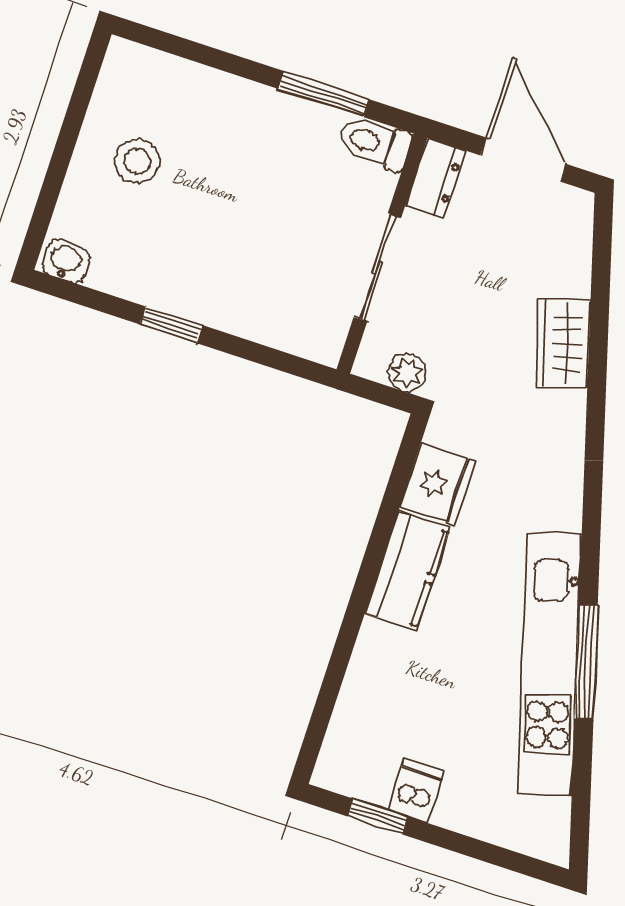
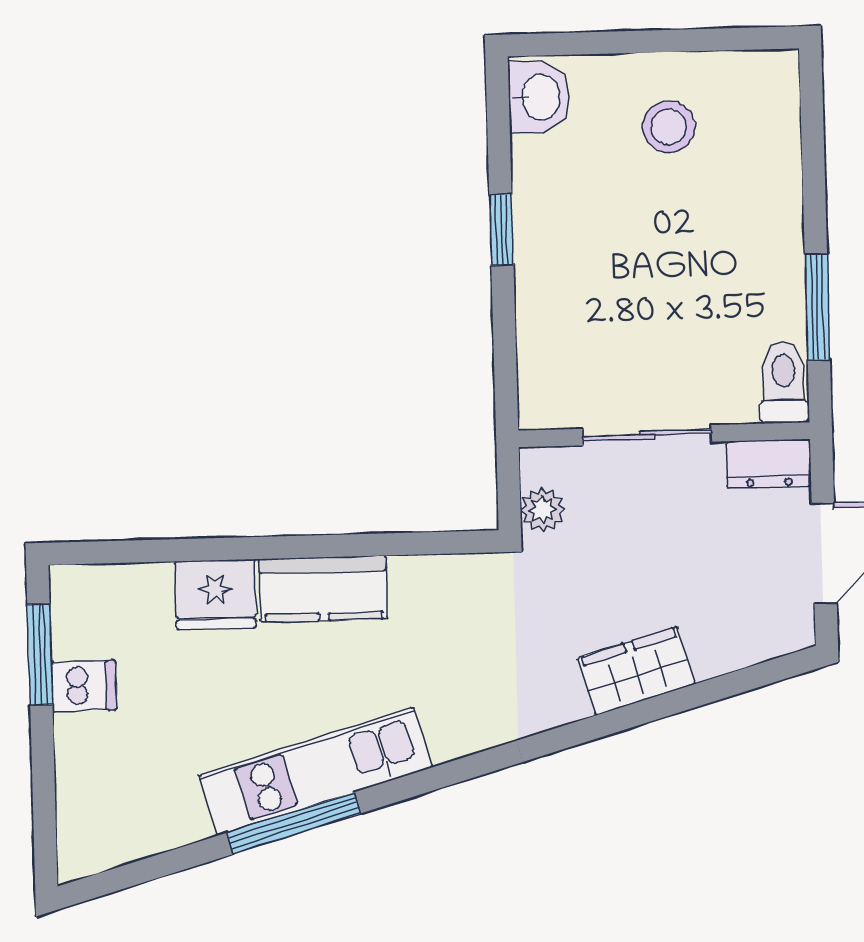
washbasin: (65, 261) -> (539, 97), width x1.38, depth x1.45
fridge: (438, 485) -> (215, 594), moved
kitchen unit: (550, 664) -> (316, 771), width x0.73
window: (378, 817) -> (40, 654), width x1.50

